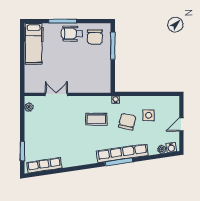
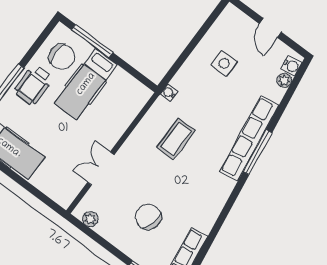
hospital bed: (91, 58) -> (86, 84), added
chair: (127, 122) -> (148, 217), moved

